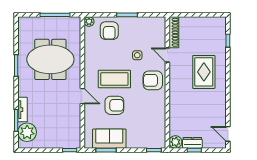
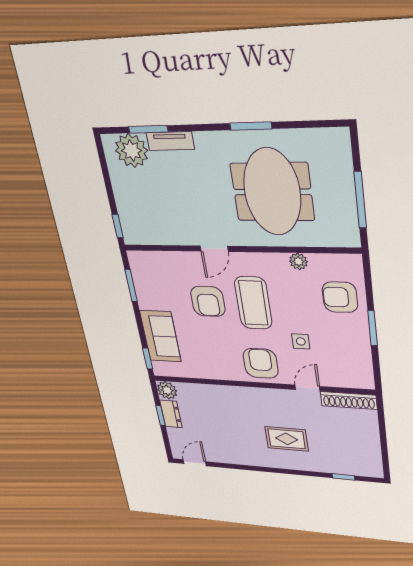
plant: (89, 22) -> (298, 261), moved
rug: (204, 72) -> (287, 439), width x0.73, depth x0.70
sofa: (109, 139) -> (160, 336), moved

